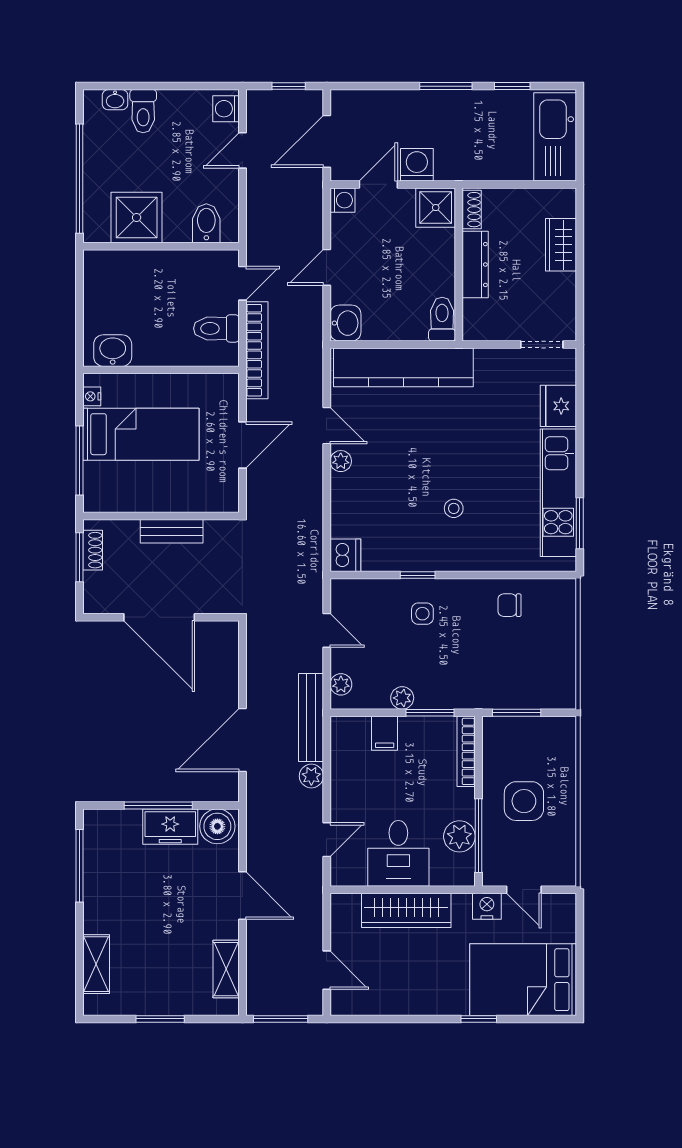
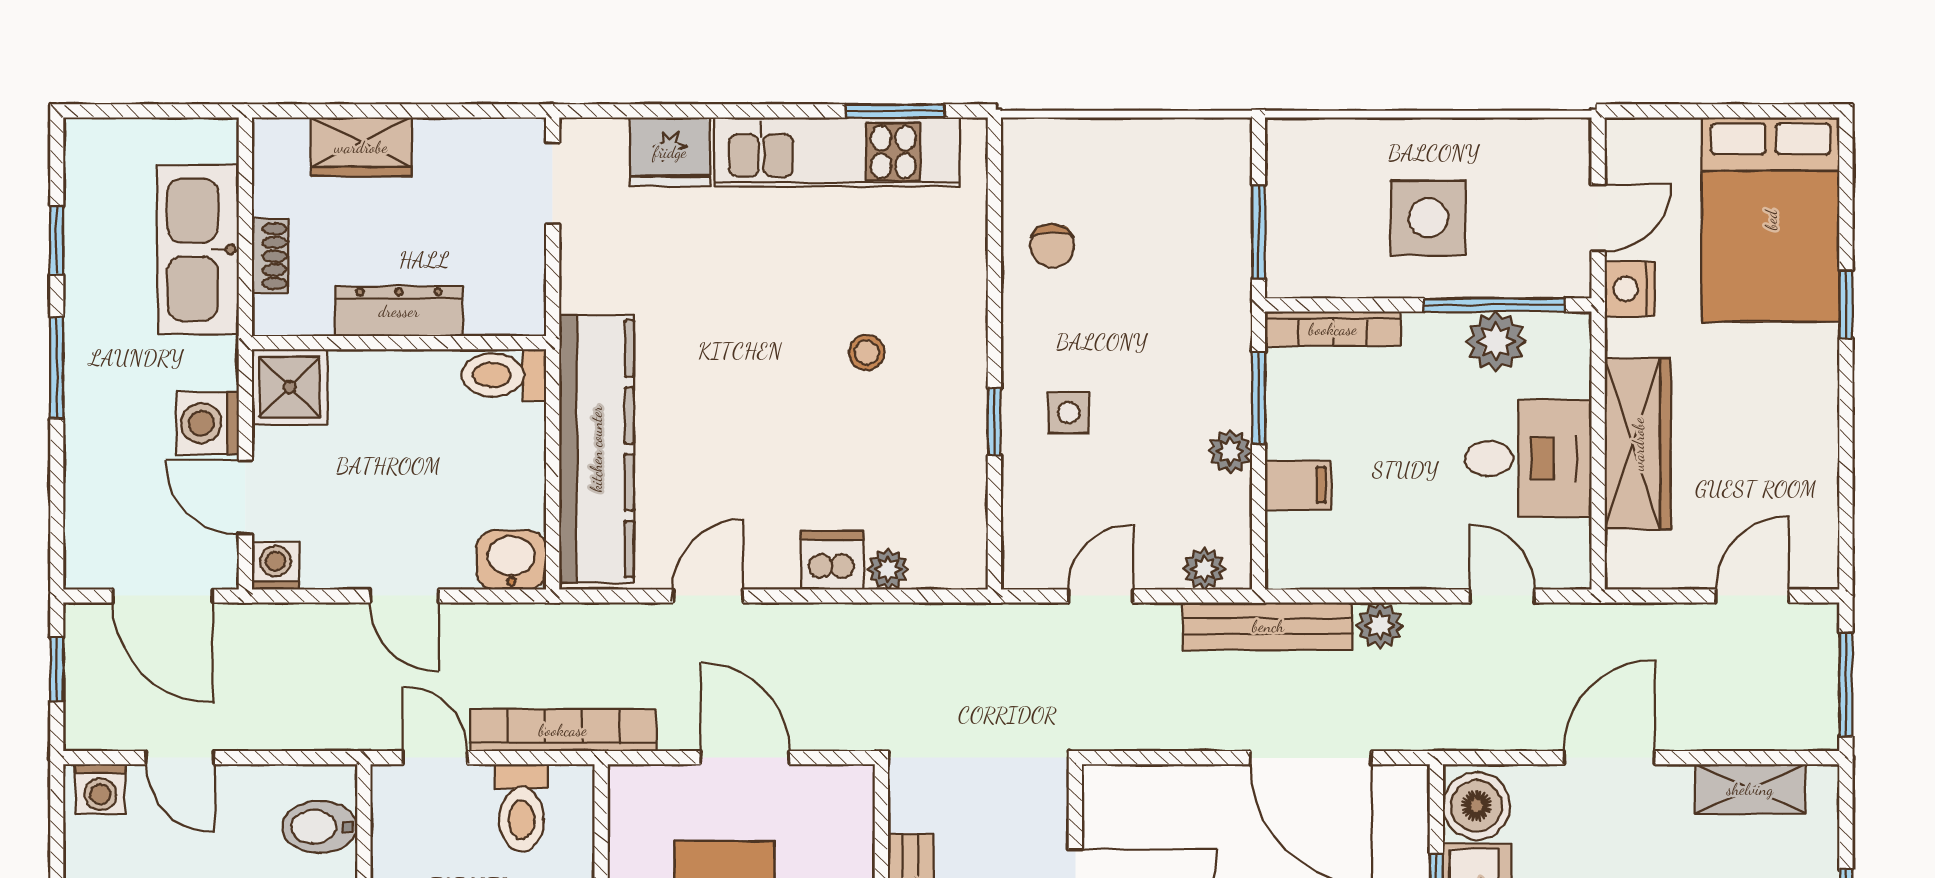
kitchen sink: (555, 137) -> (198, 250), moved, turned 90
shoe rack: (472, 210) -> (270, 256), moved, turned 90
plant: (341, 461) -> (888, 569), moved
dishwasher: (345, 555) -> (832, 560), moved

